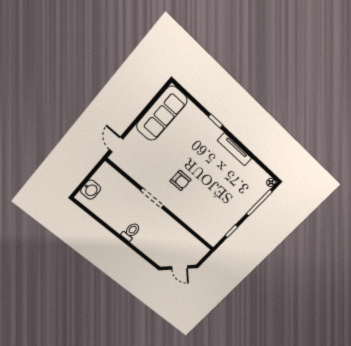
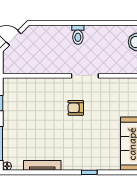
tv unit: (235, 149) -> (42, 165), moved

